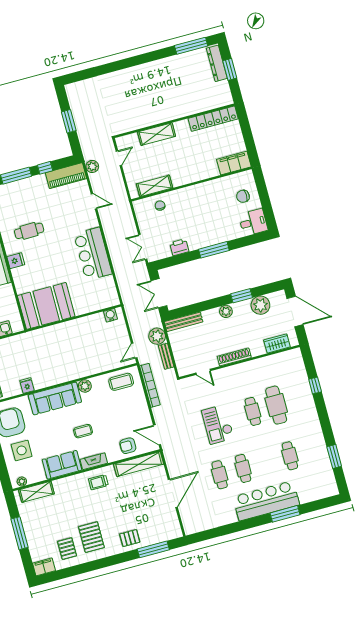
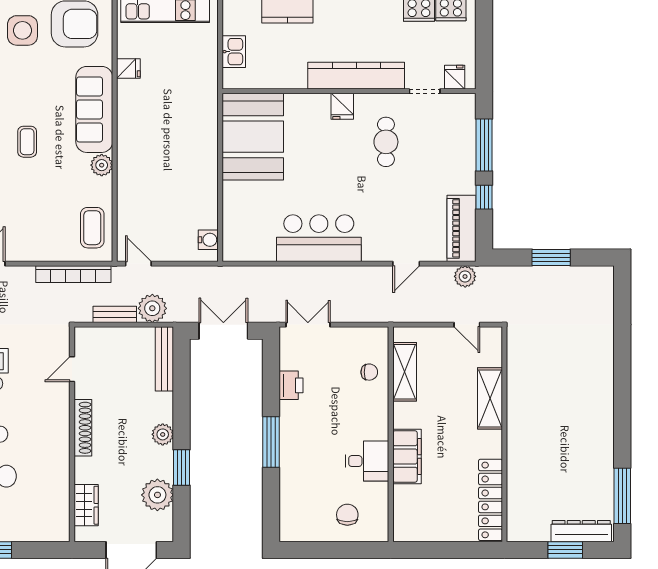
filing cabinet: (234, 163) -> (407, 456), moved
desk: (253, 222) -> (367, 461), moved, turned -90

